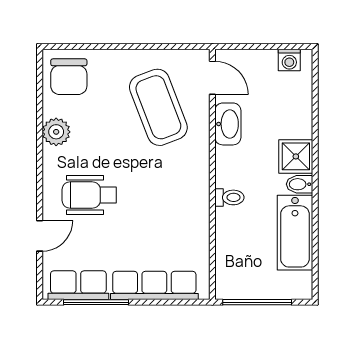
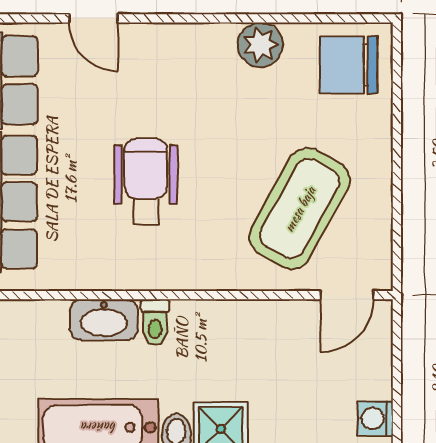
coffee table: (158, 107) -> (300, 209), turned -40
washbasin: (228, 124) -> (104, 320), moved
wheelchair: (89, 195) -> (146, 182), moved

